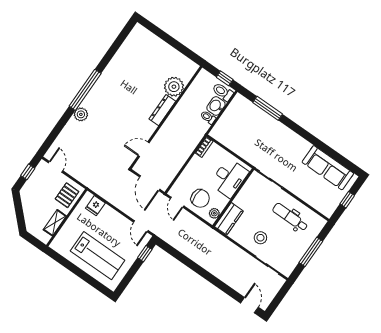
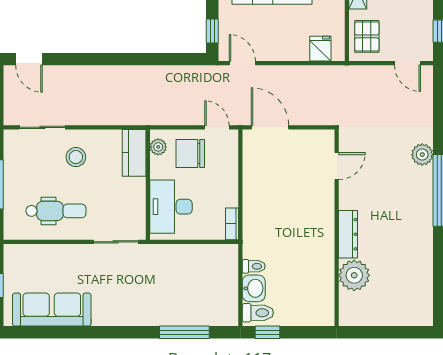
plant: (174, 87) -> (354, 275), moved
dresser: (162, 110) -> (348, 234), moved
wall: (166, 117) -> (337, 228), moved
door: (144, 149) -> (337, 166), moved

